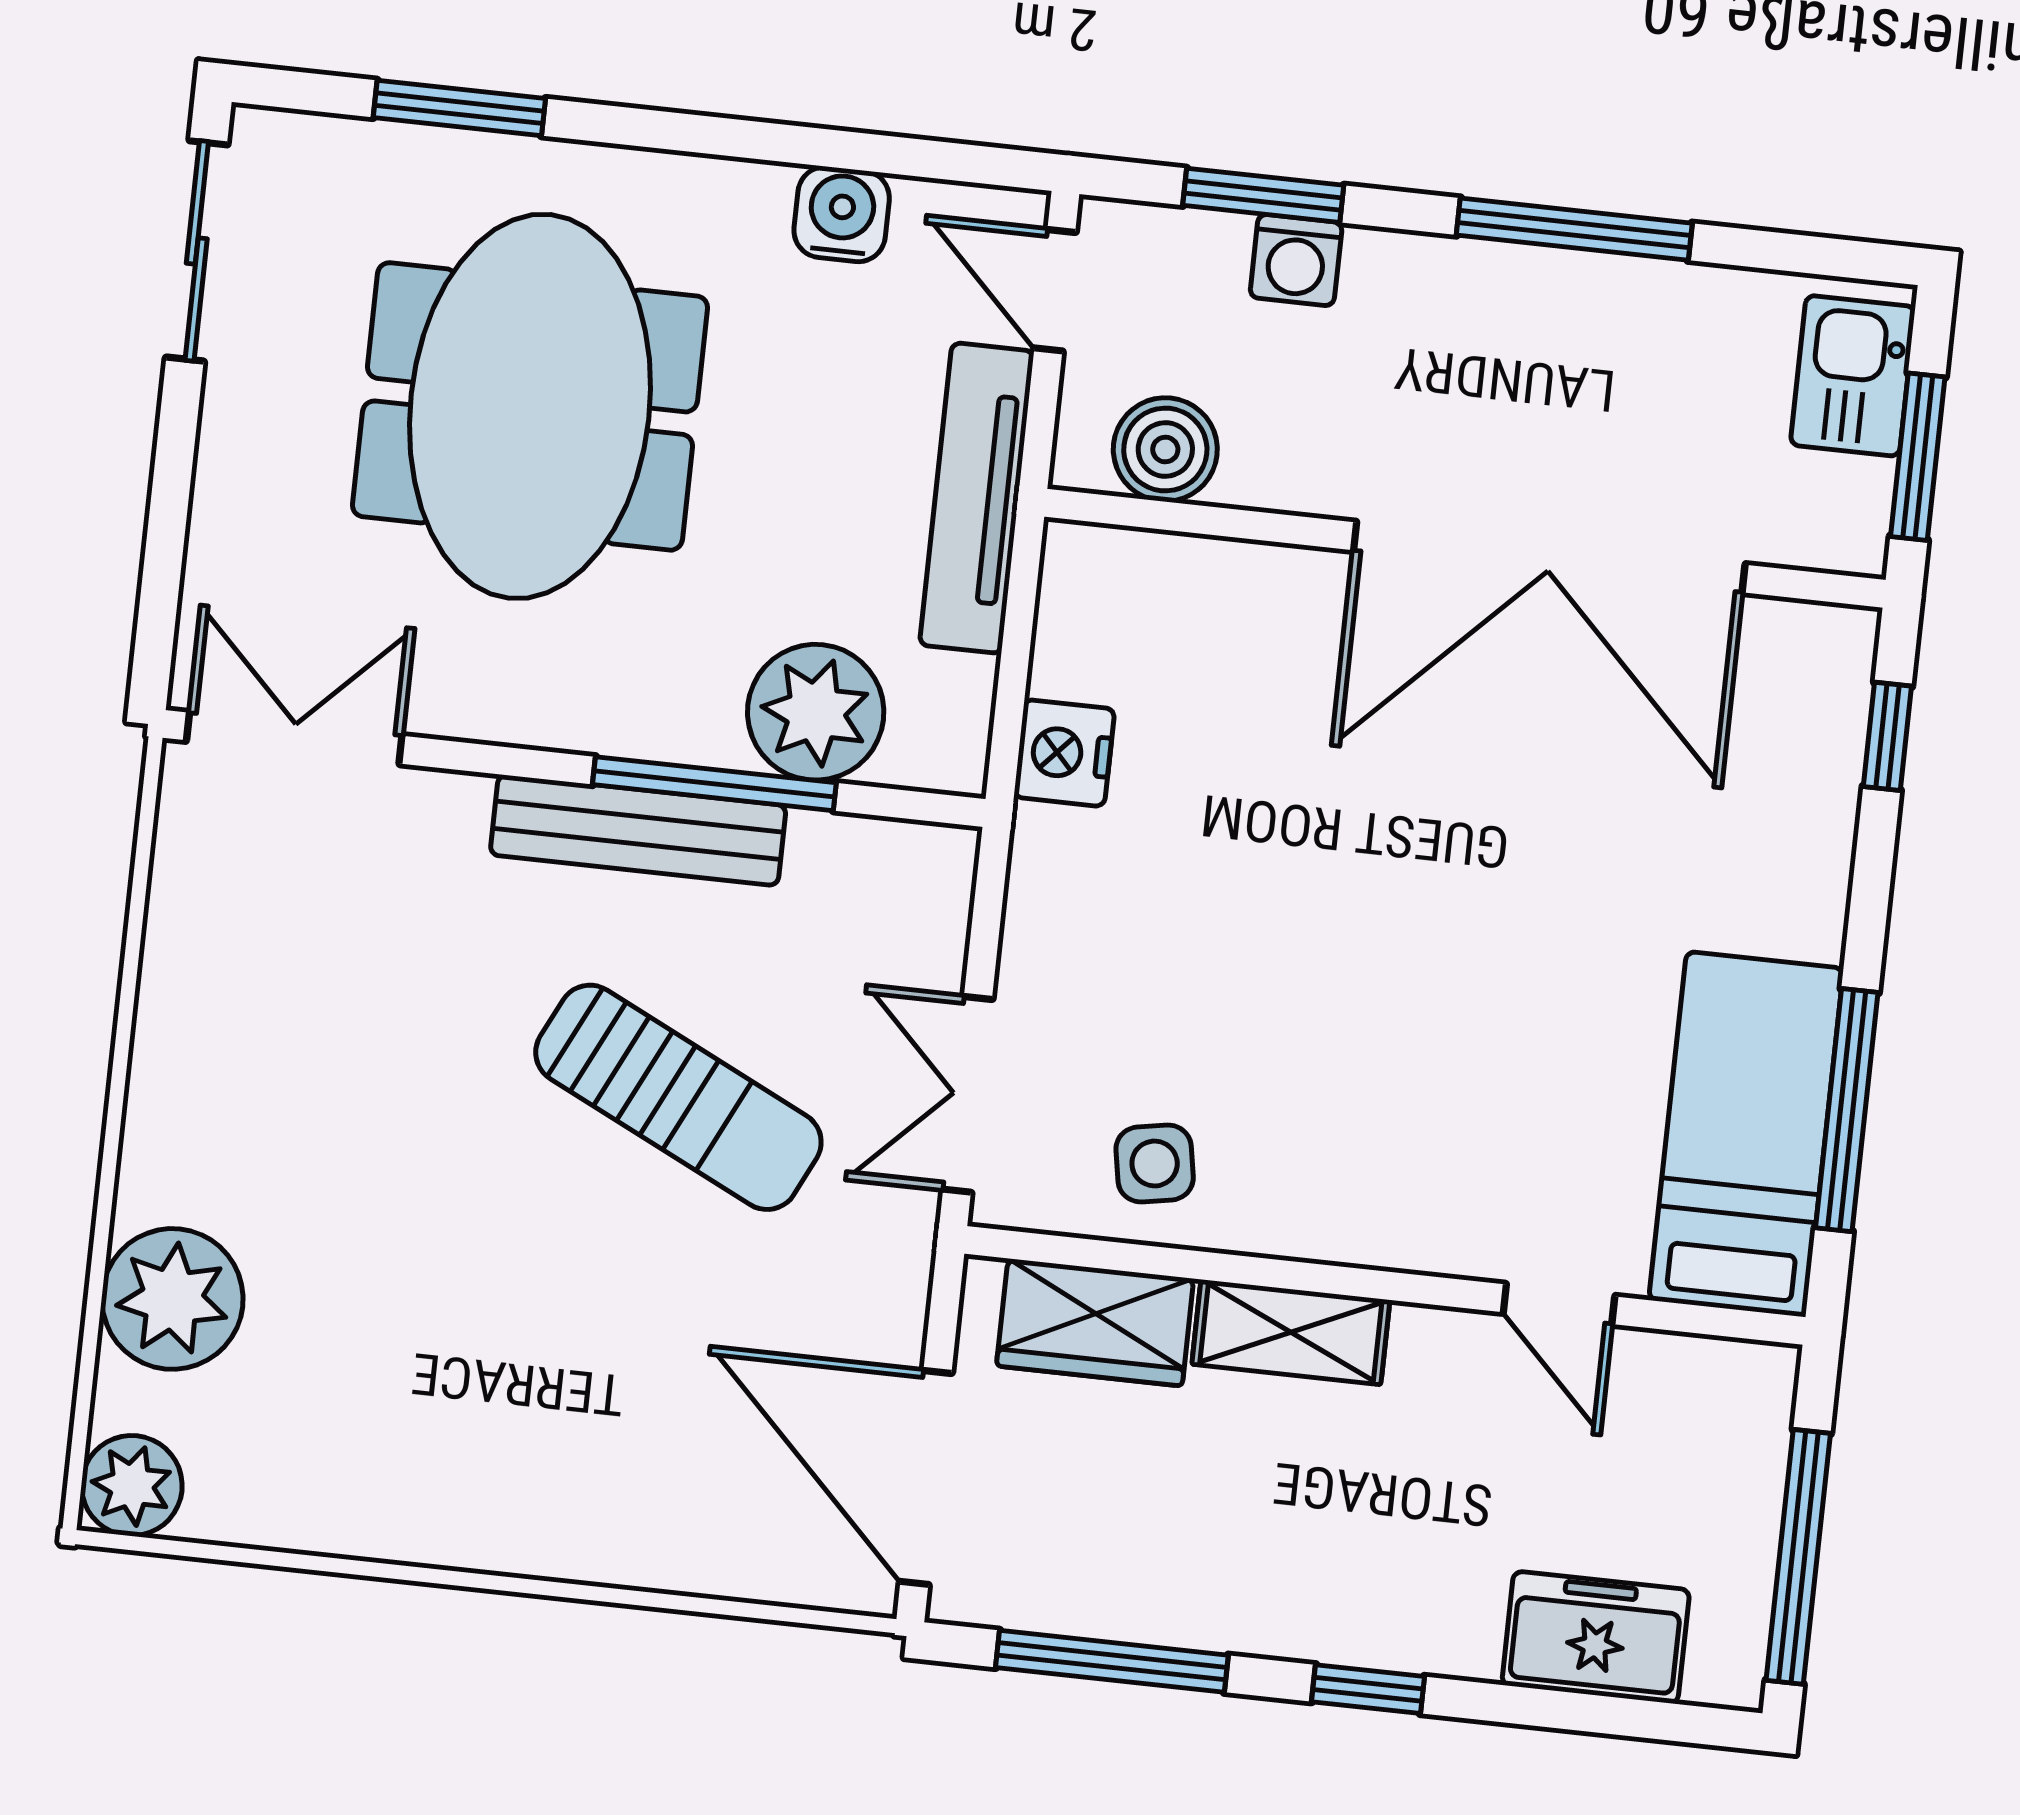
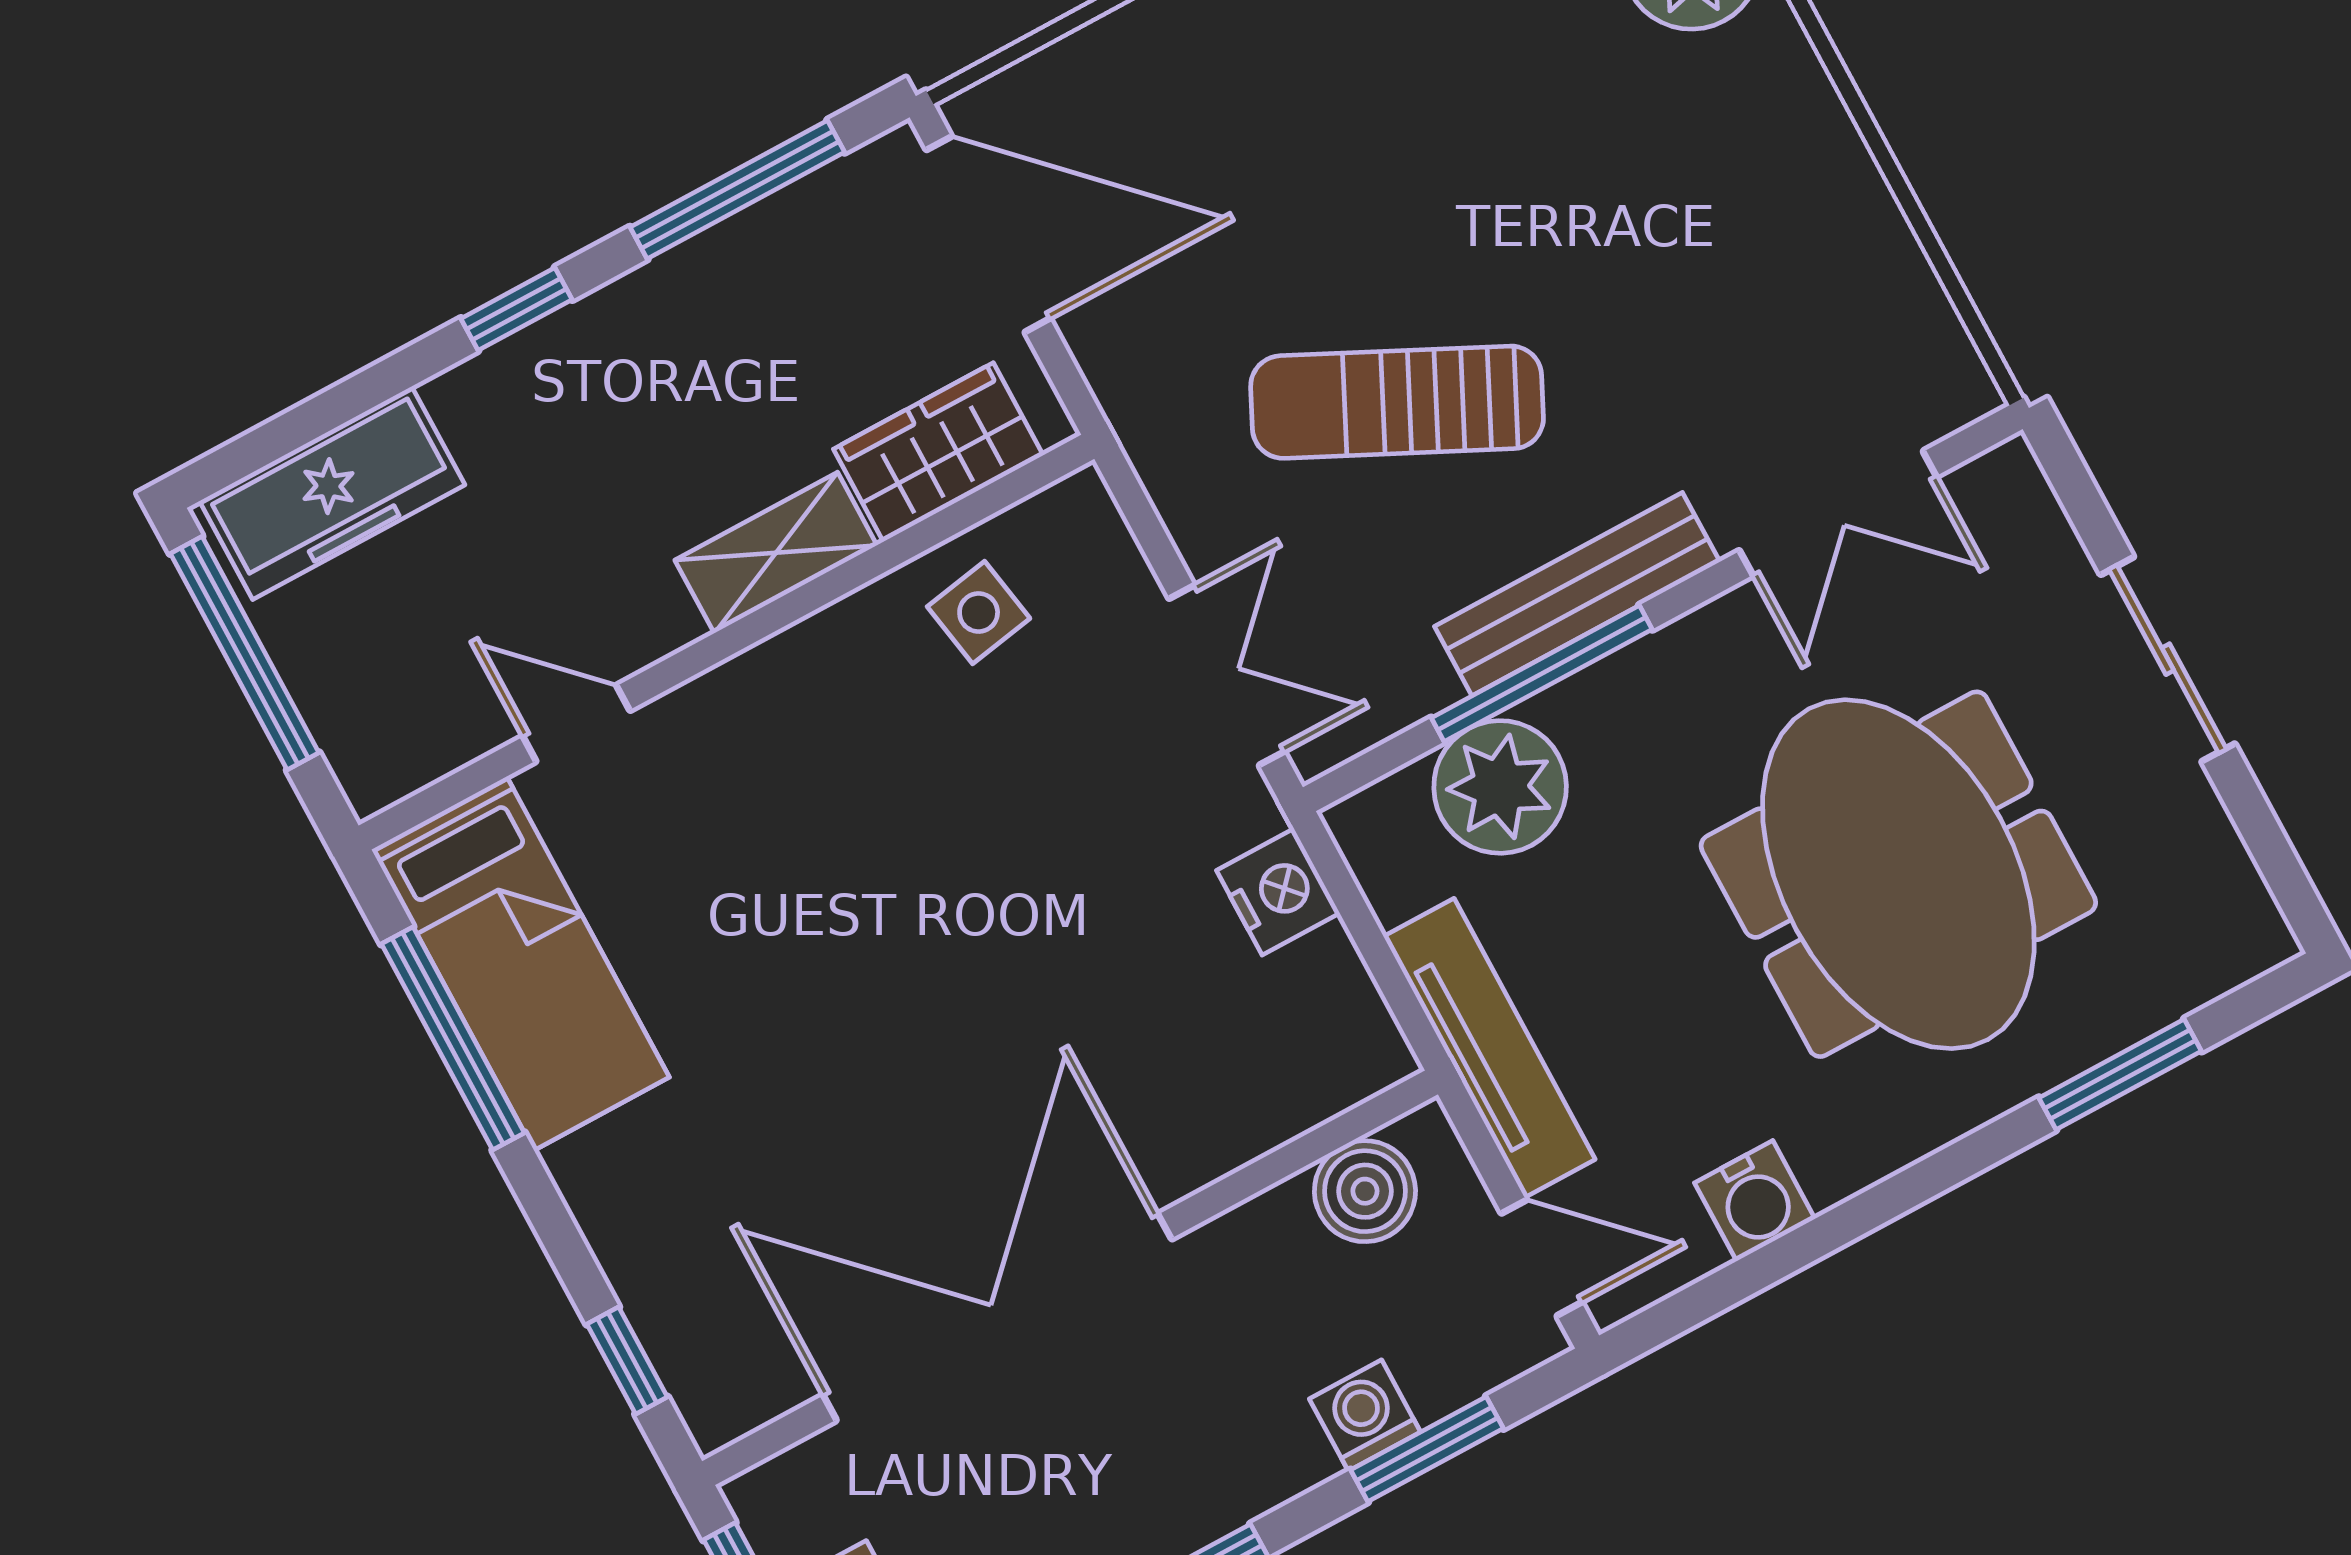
sliding door: (197, 251) -> (2168, 659), moved
double door: (294, 738) -> (1838, 513), moved
double door: (967, 1094) -> (1227, 675), moved
freezer: (1596, 1637) -> (332, 493), width x1.40

